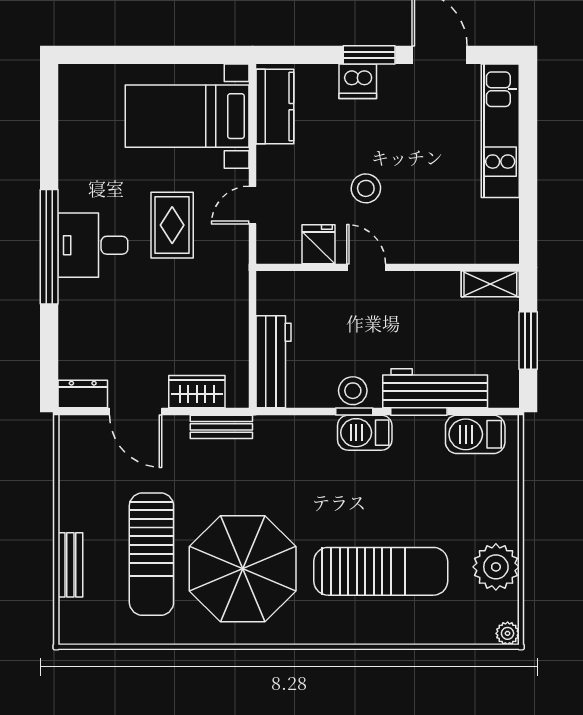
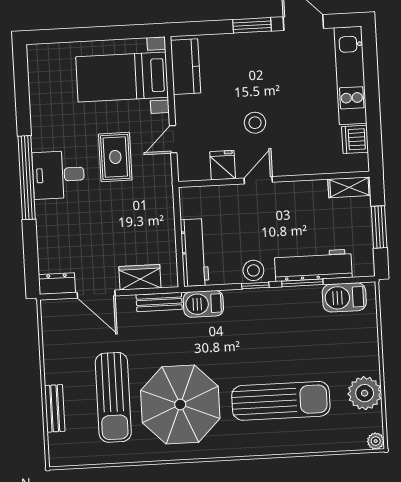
dishwasher: (358, 81) -> (355, 139), moved, turned 90
door: (366, 267) -> (258, 180), hinge flipped
barbecue: (365, 433) -> (203, 304), moved

